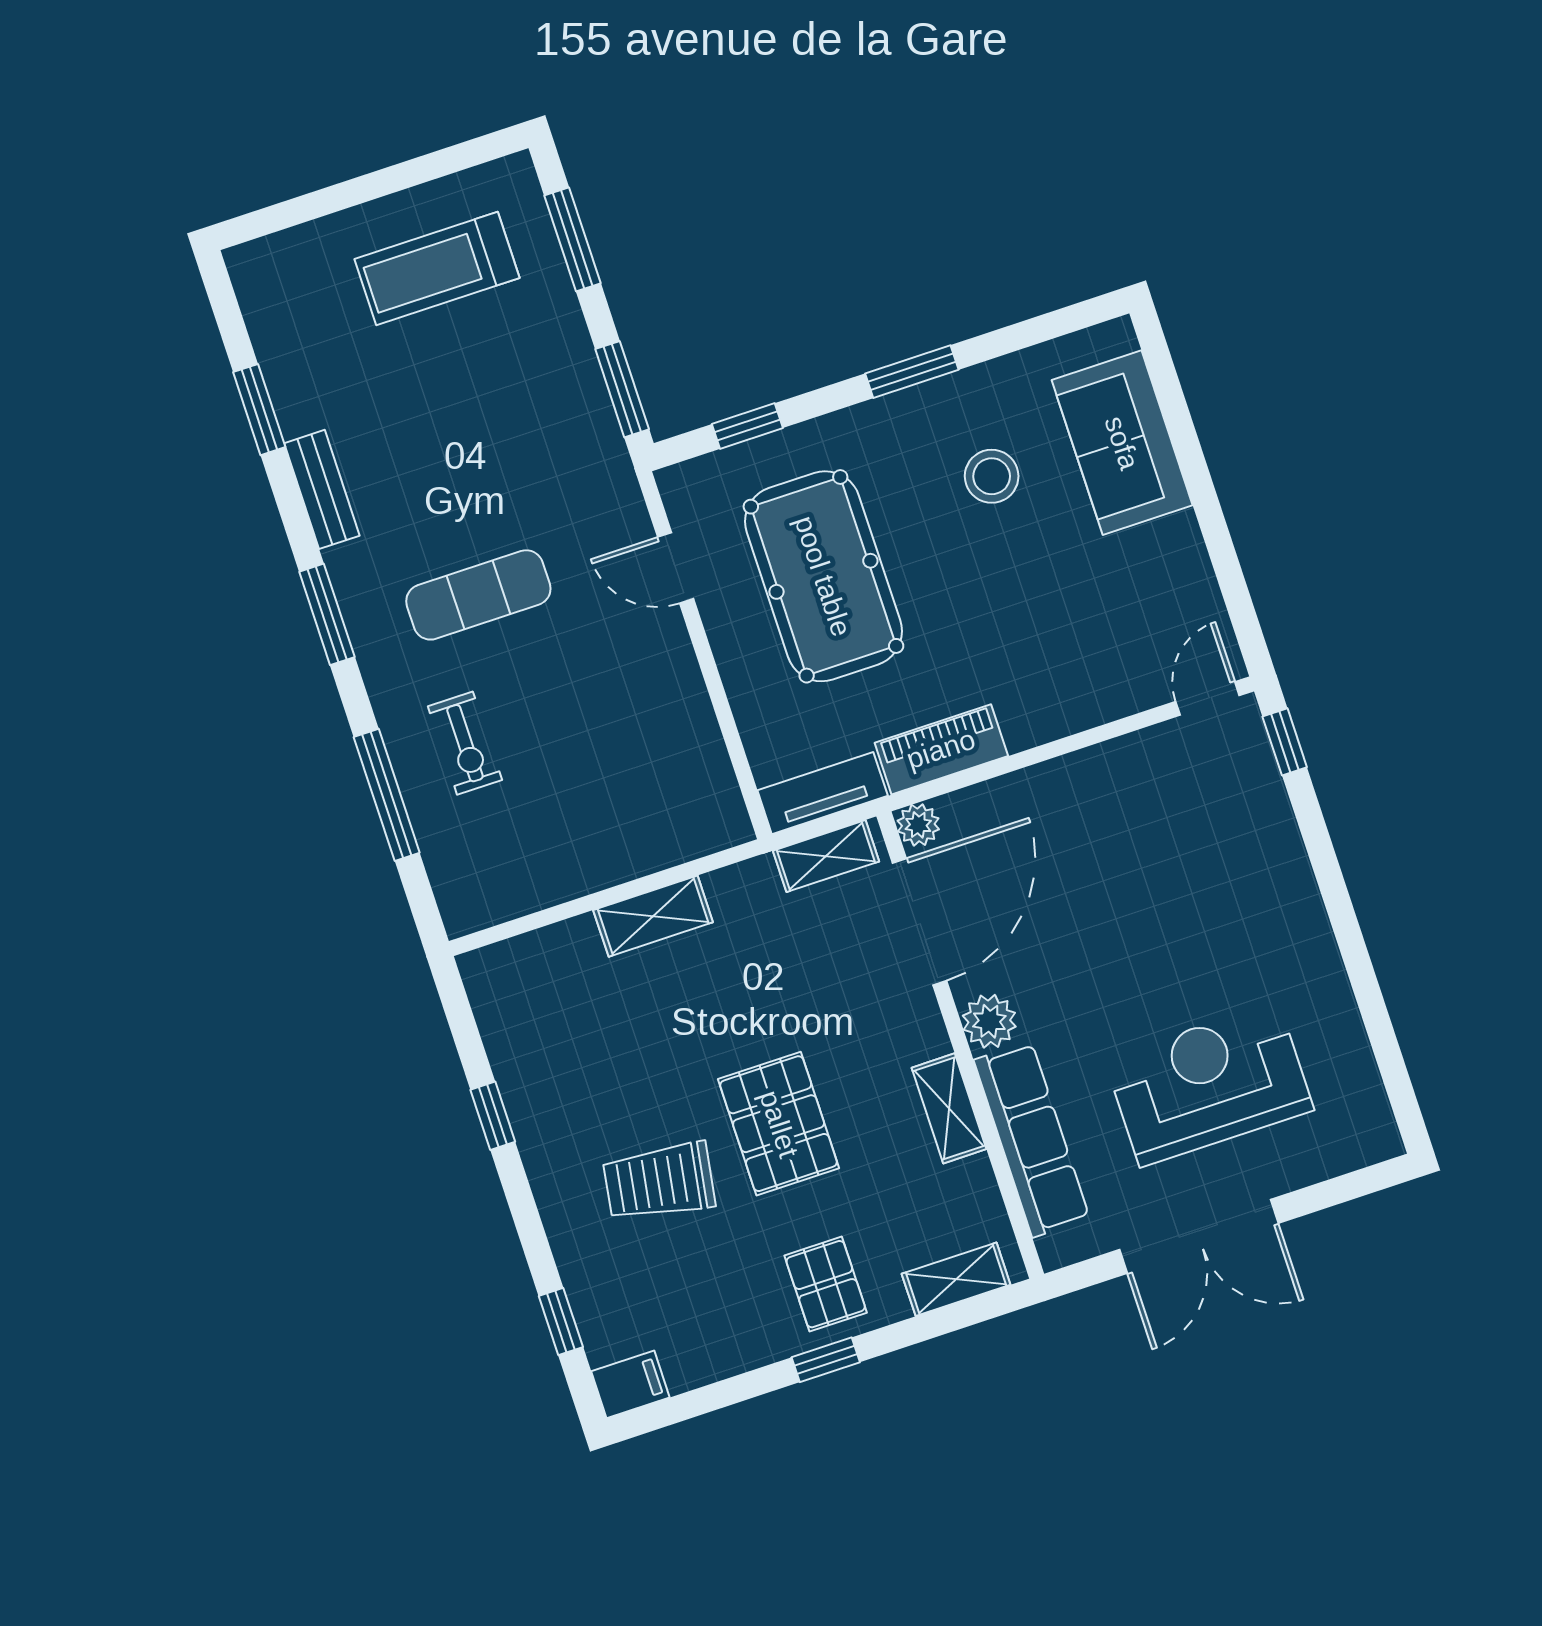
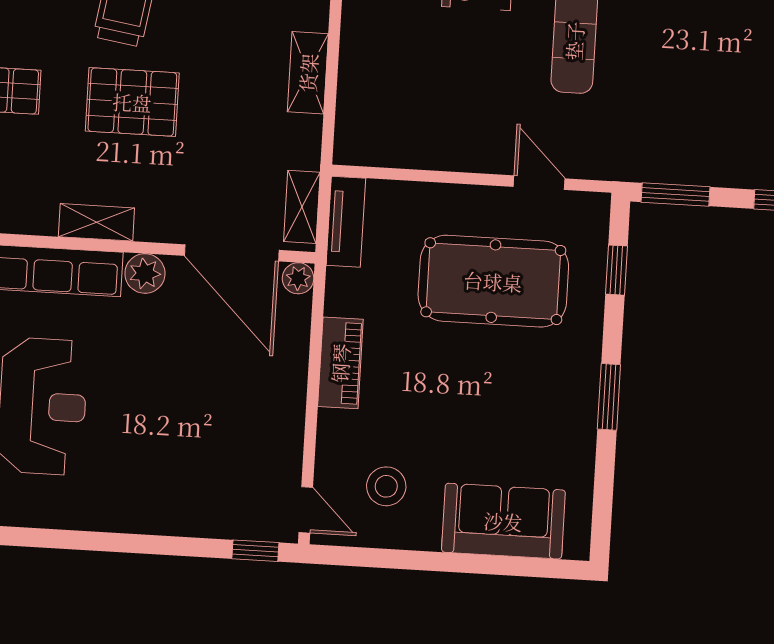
stool: (992, 476) -> (386, 486), moved
door: (676, 568) -> (539, 183), hinge flipped
piano: (941, 749) -> (340, 363), moved

